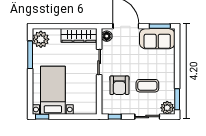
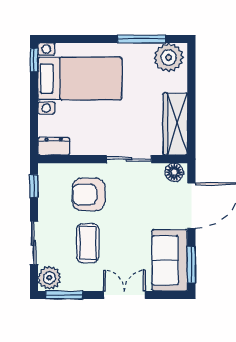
double door: (177, 65) -> (124, 295), added
dresser: (92, 105) -> (54, 146), added

